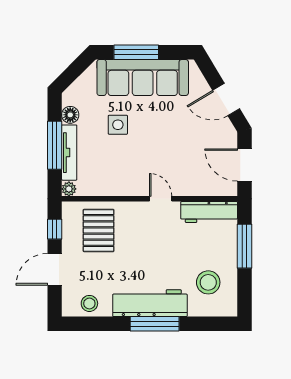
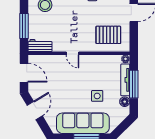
door: (226, 100) -> (35, 111), hinge flipped
workbench: (209, 212) -> (40, 46), width x0.73
window: (55, 229) -> (134, 36), removed
pallet: (99, 230) -> (108, 35), turned 90

